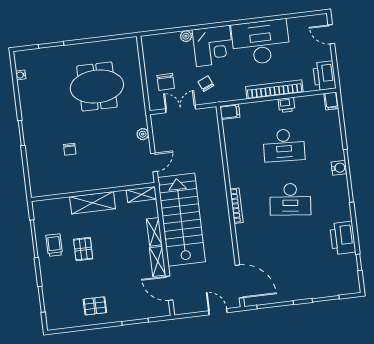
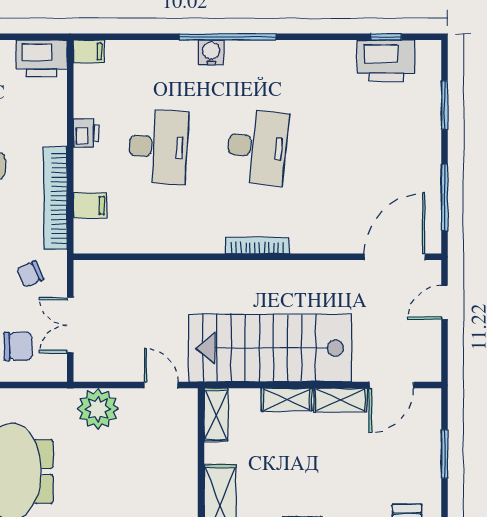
bookcase: (274, 89) -> (55, 198), moved
filing cabinet: (230, 112) -> (90, 205), moved, turned 90
plant: (143, 134) -> (98, 409), width x1.88, depth x1.88
printer: (343, 238) -> (386, 61), moved

